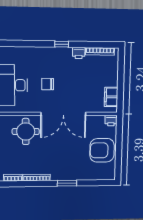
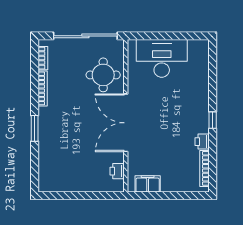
chair: (48, 84) -> (163, 103), removed
printer: (111, 121) -> (117, 171), moved
armchair: (102, 150) -> (78, 174), removed

